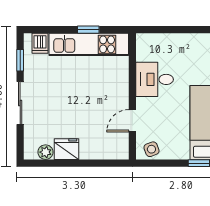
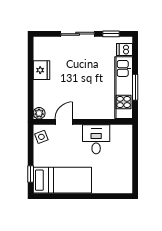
window: (88, 30) -> (135, 87), width x1.50
door: (132, 121) -> (64, 122), hinge flipped
plant: (45, 152) -> (39, 113), moved

